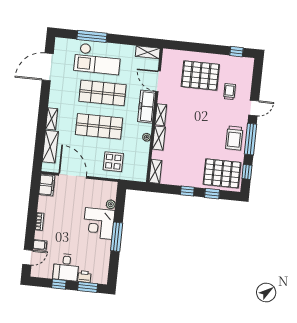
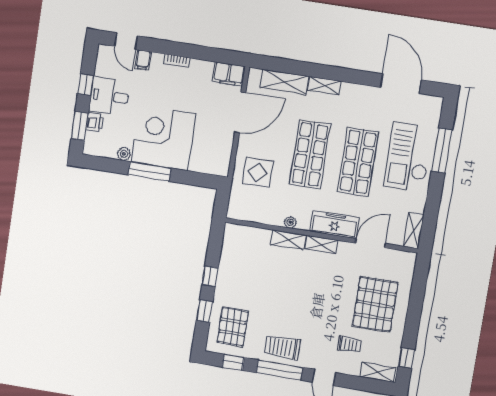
shelving: (155, 171) -> (378, 372), moved
pallet: (222, 173) -> (233, 327), width x0.73, depth x0.71
plant: (111, 204) -> (124, 154), moved
corner desk: (99, 223) -> (163, 138), width x1.36, depth x1.36

